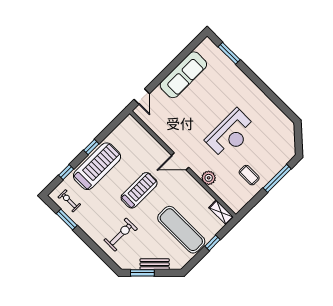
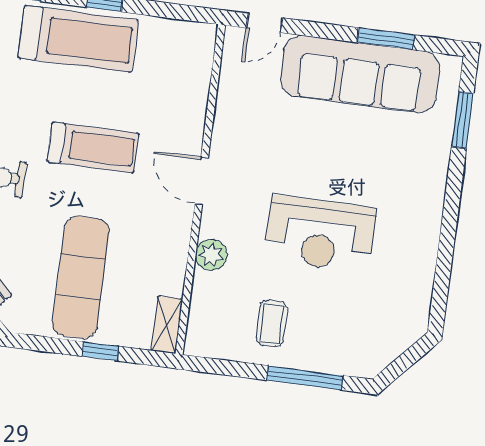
window: (180, 58) -> (386, 39), added
sofa: (183, 75) -> (360, 74), width x1.36, depth x1.27

